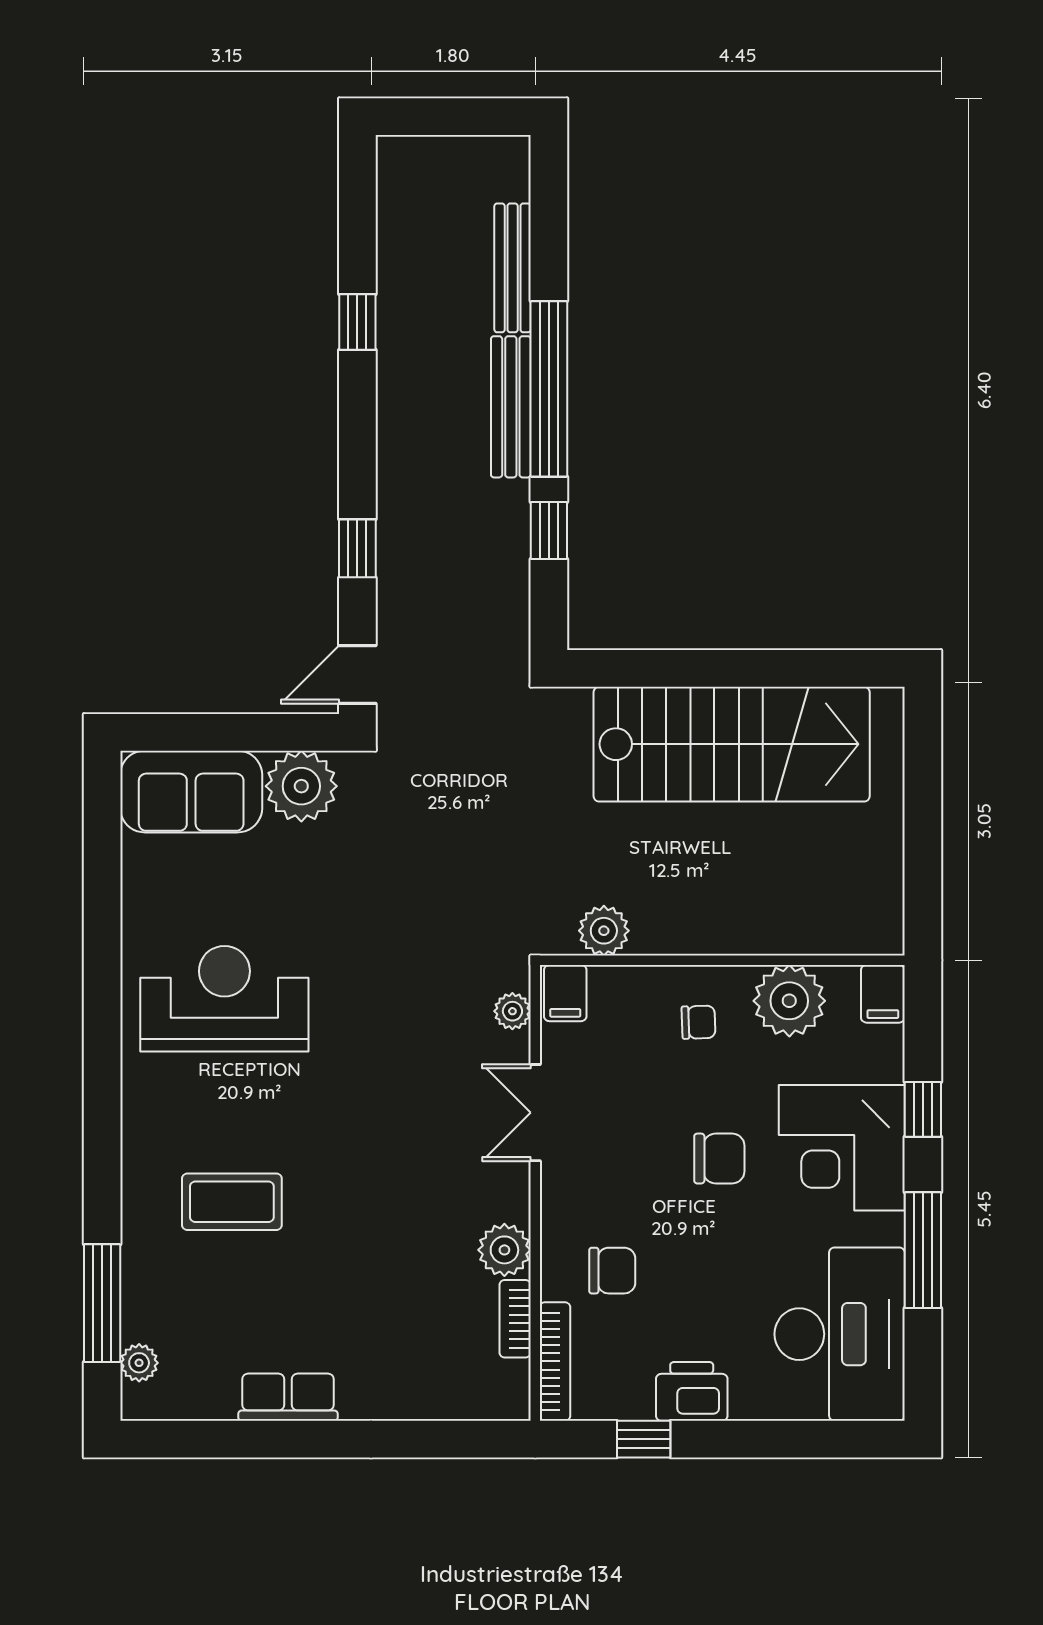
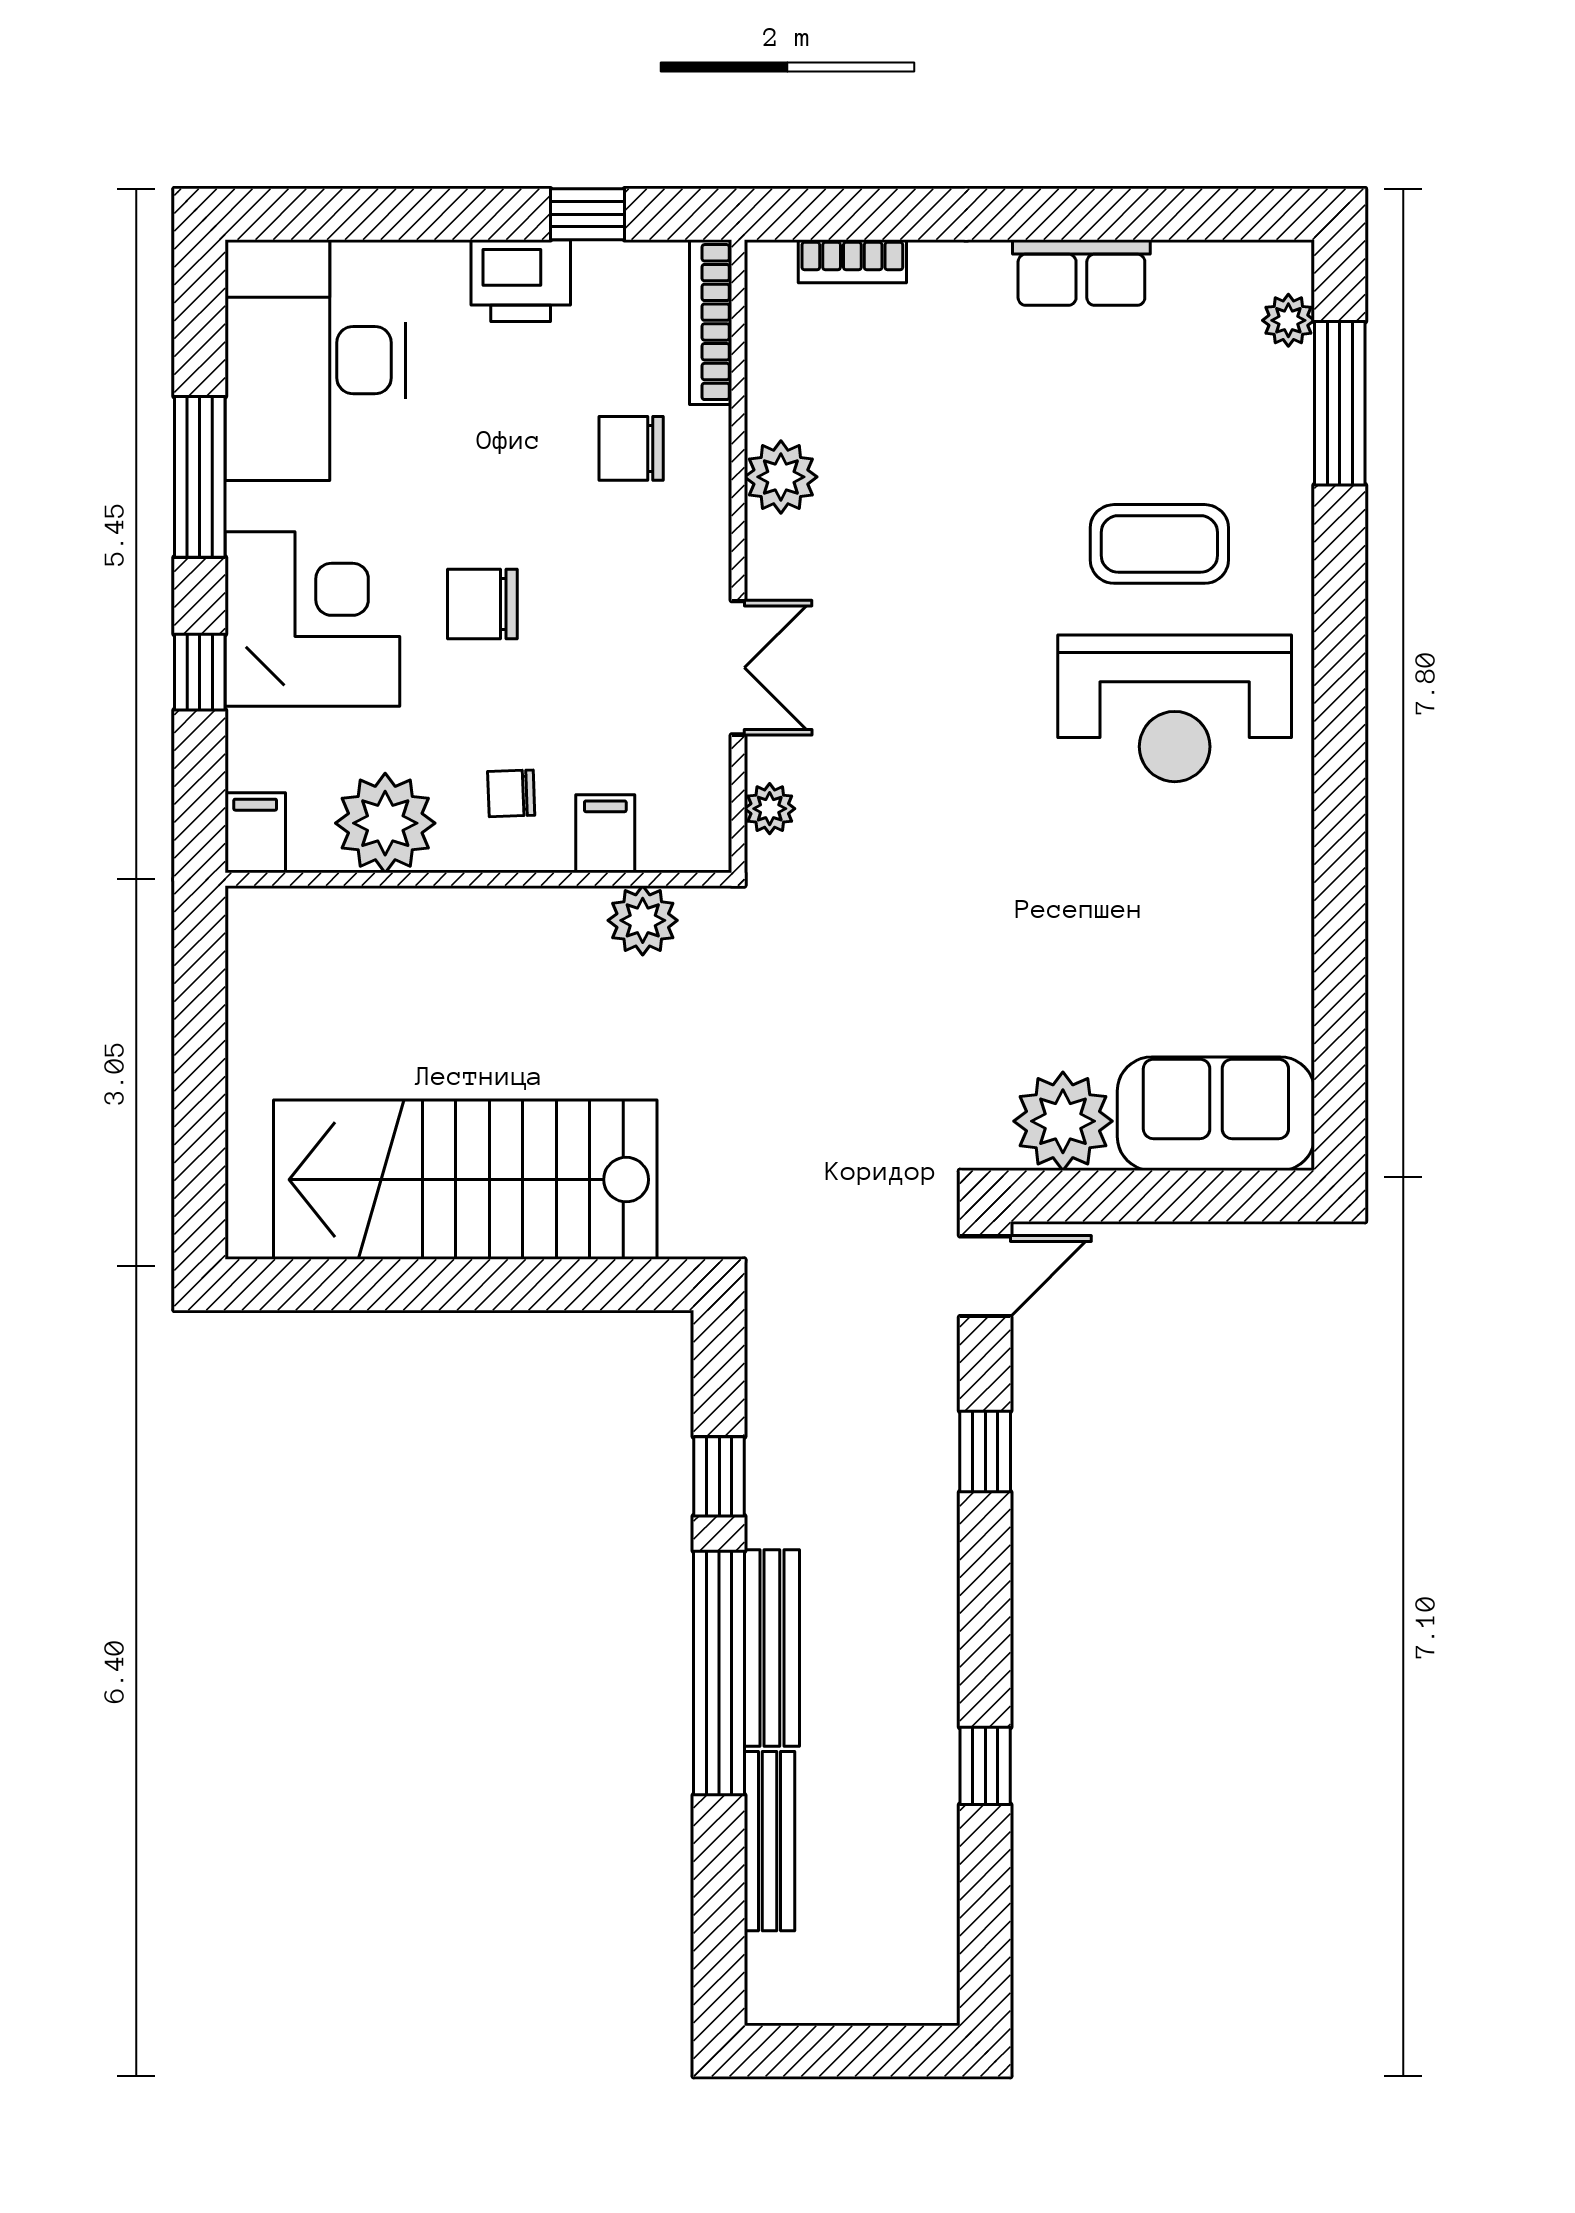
filing cabinet: (565, 993) -> (605, 834), moved
reception desk: (224, 999) -> (1175, 708), moved
bookcase: (515, 1319) -> (852, 261), moved, turned 90

